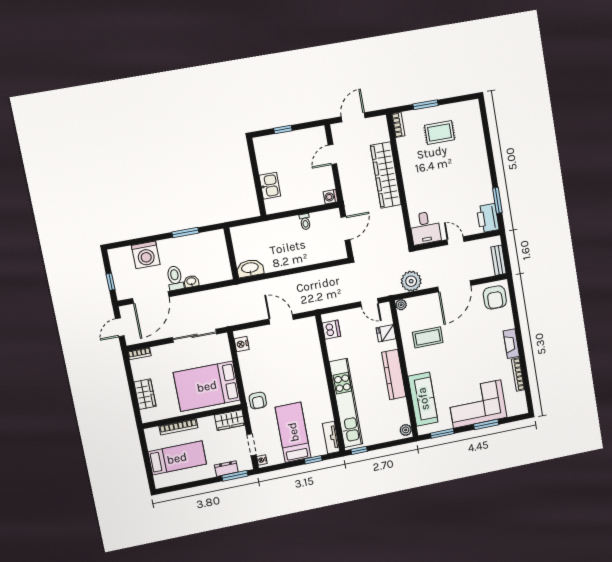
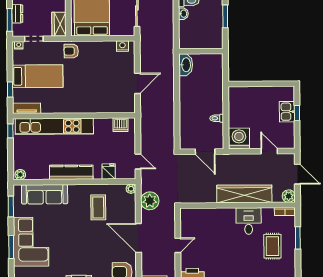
plant: (380, 123) -> (289, 196), added
kitchen sink: (270, 186) -> (287, 112), moved, turned 90
washing machine: (330, 197) -> (239, 138), width x1.89, depth x1.89
desk: (425, 228) -> (249, 221), moved, turned 90
door: (369, 302) -> (138, 161), swing flipped

